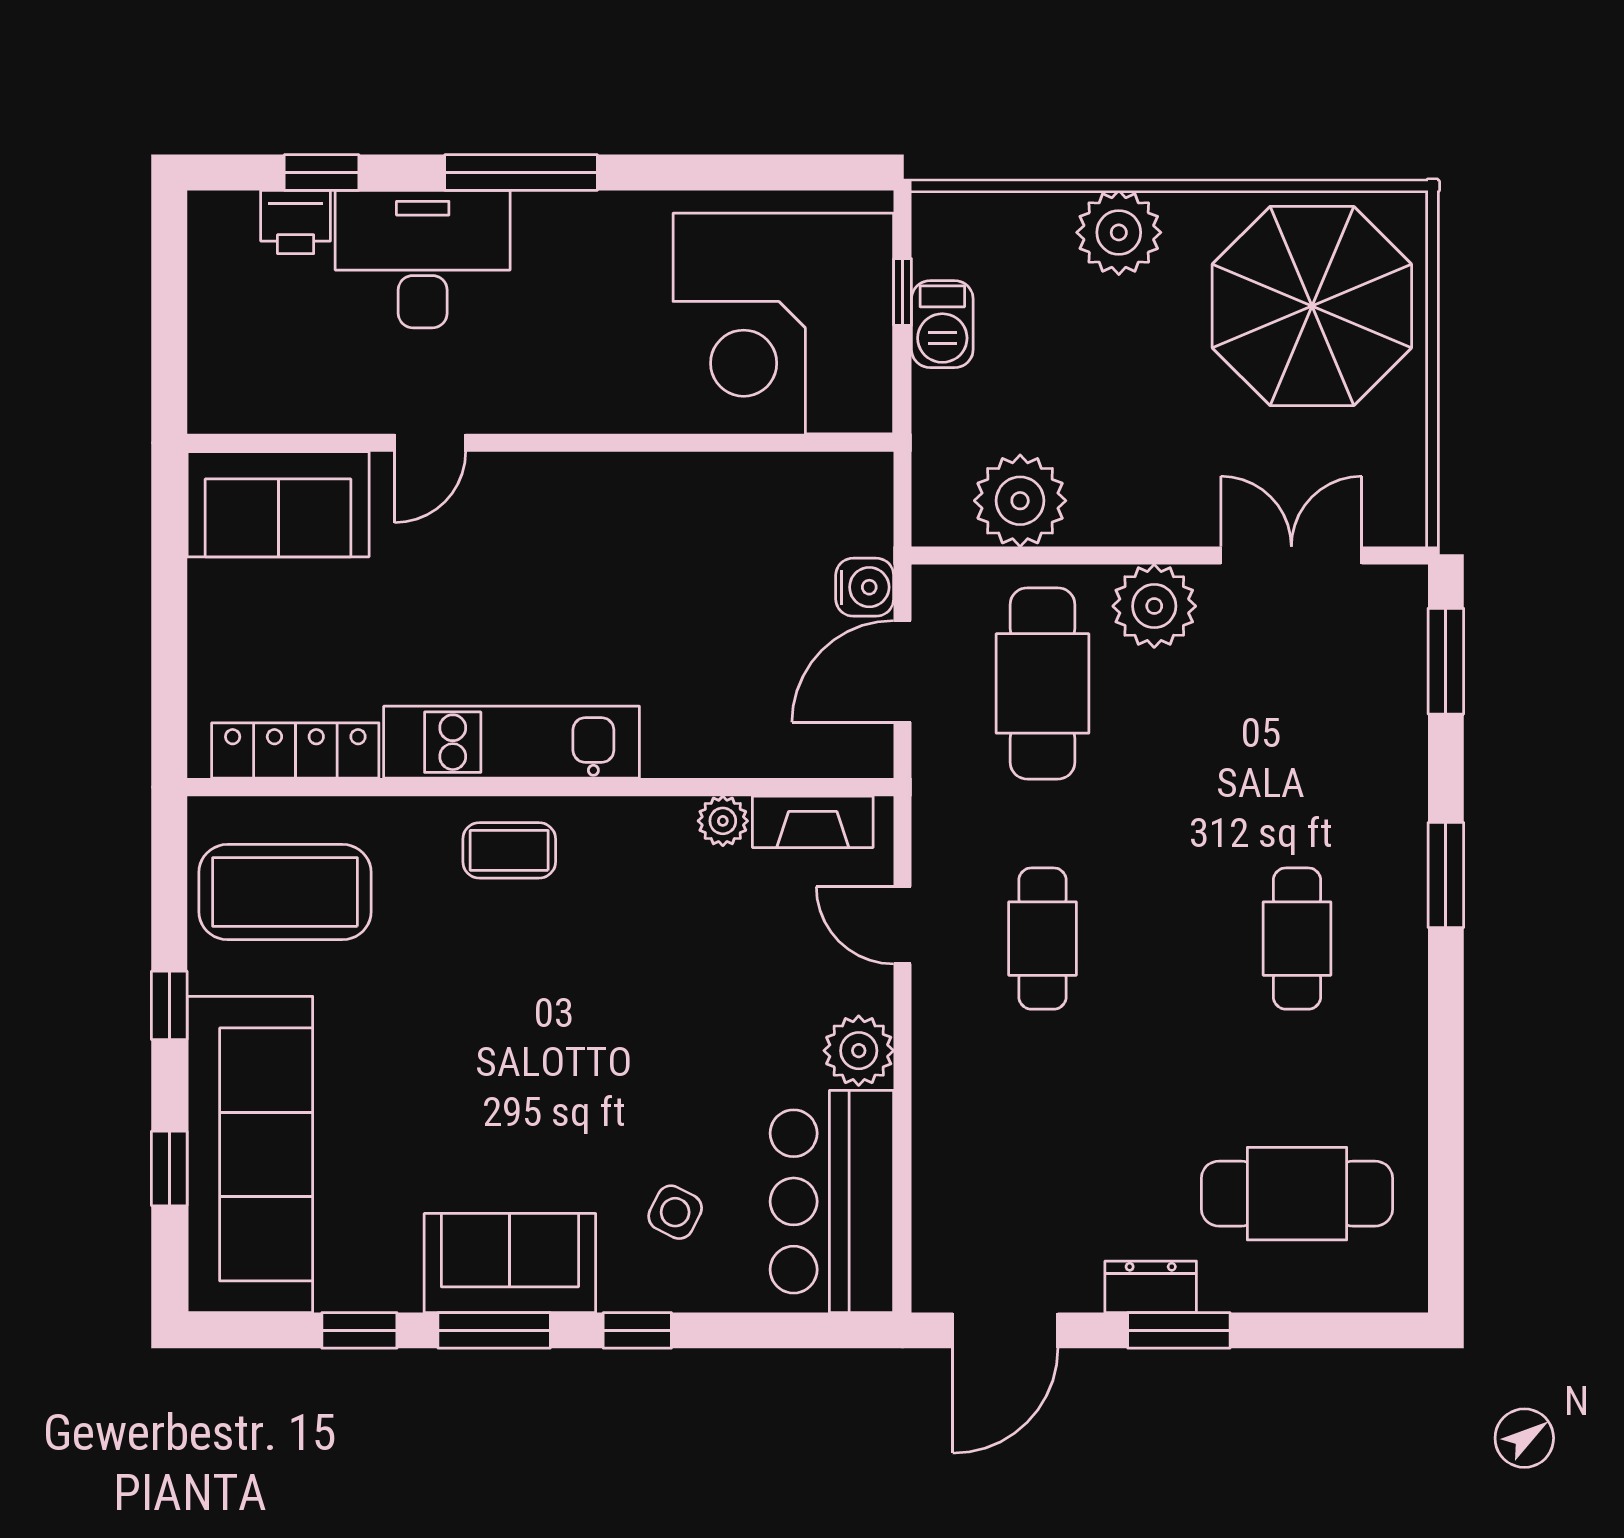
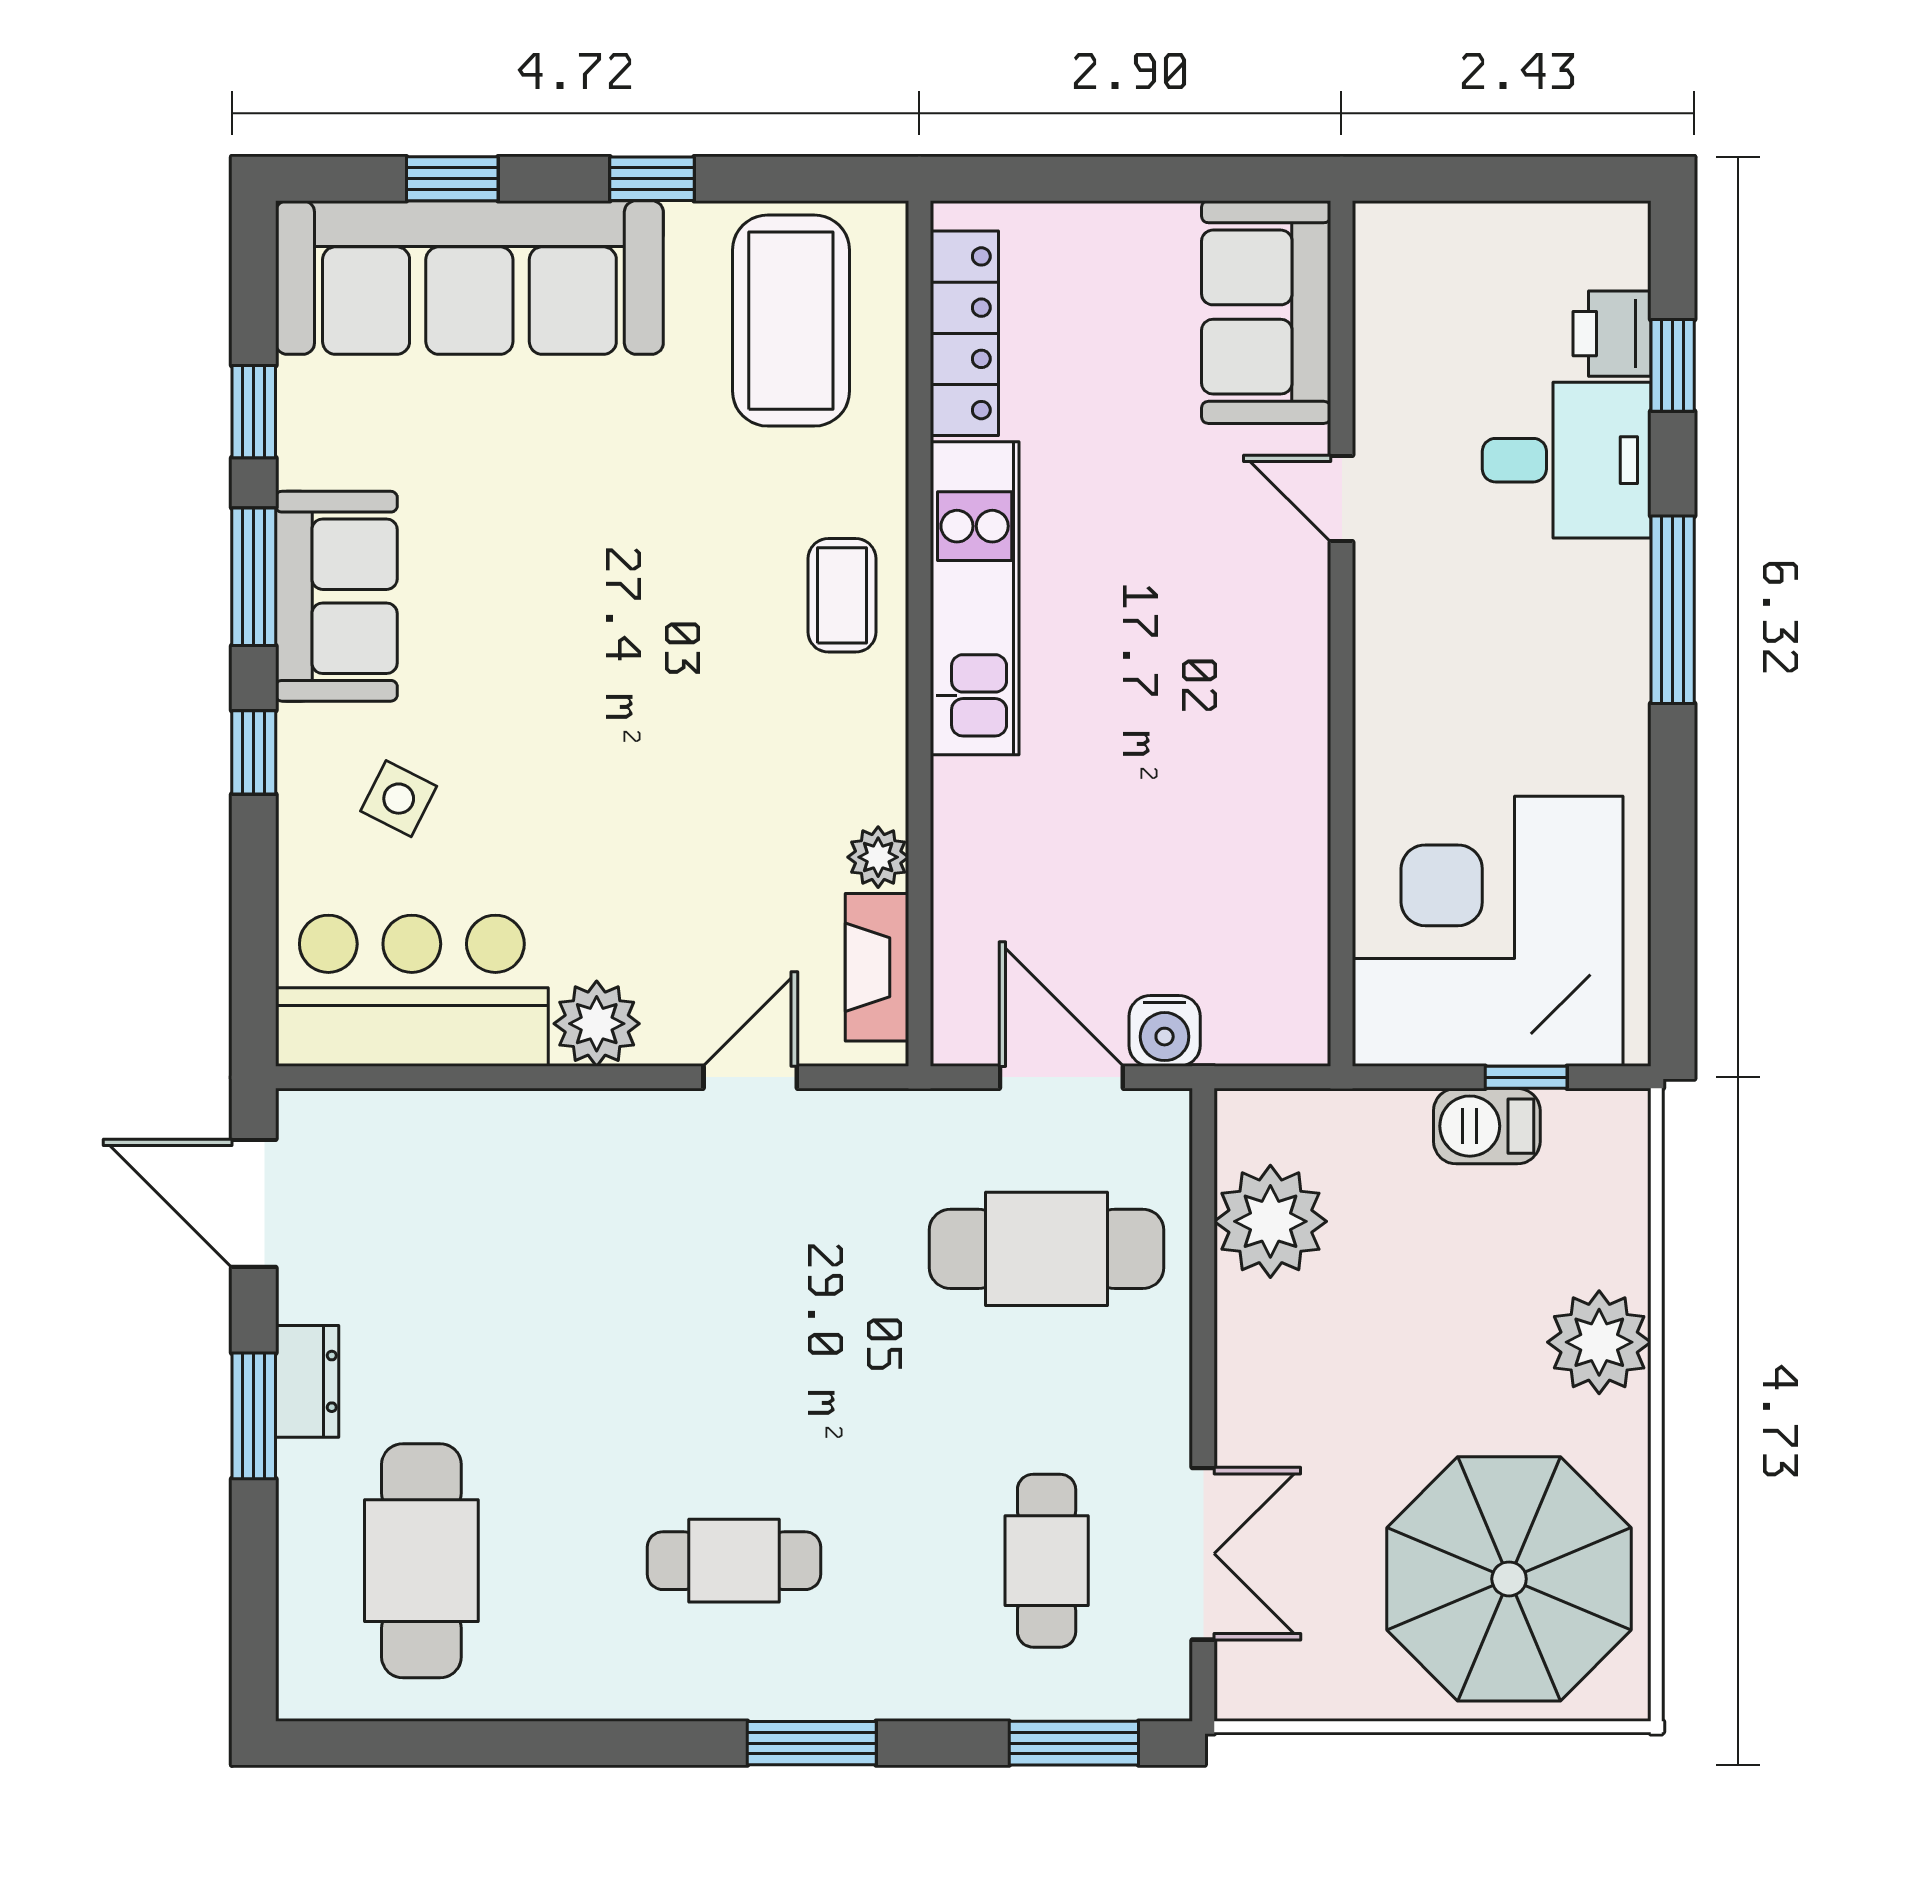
desk: (423, 259) -> (1567, 460), width x0.73
plant: (1154, 606) -> (1141, 1386), removed
cafe table: (1043, 939) -> (1047, 1561), moved, turned 90

